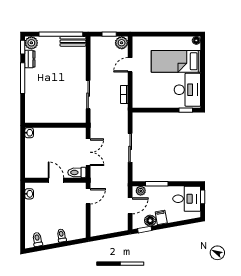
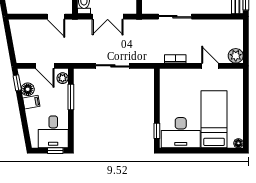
window: (109, 34) -> (246, 41), removed

